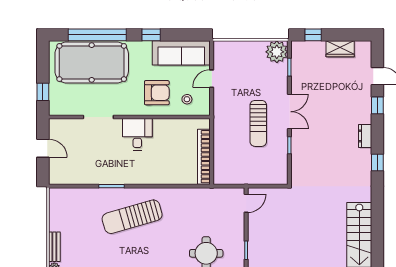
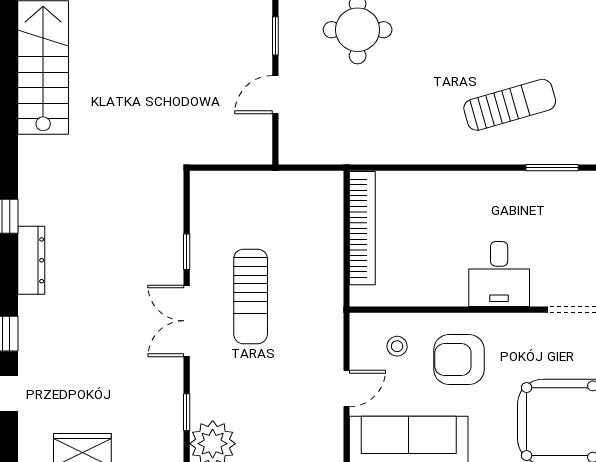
sun lounger: (258, 123) -> (251, 296), turned 180
dresser: (365, 136) -> (31, 260), width x1.44
door: (246, 203) -> (275, 95), moved
sun lounger: (132, 217) -> (510, 105), width x0.73, depth x0.75

